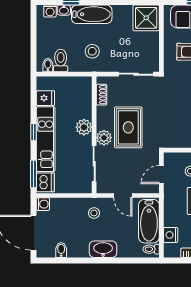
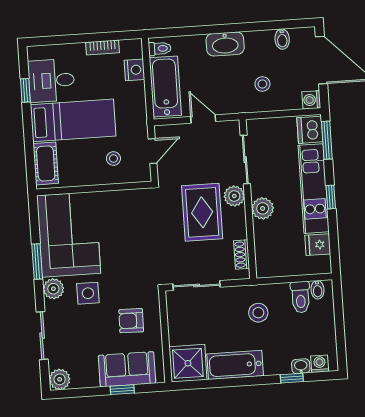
bathtub: (92, 14) -> (235, 365), moved
stool: (94, 213) -> (262, 84), moved

